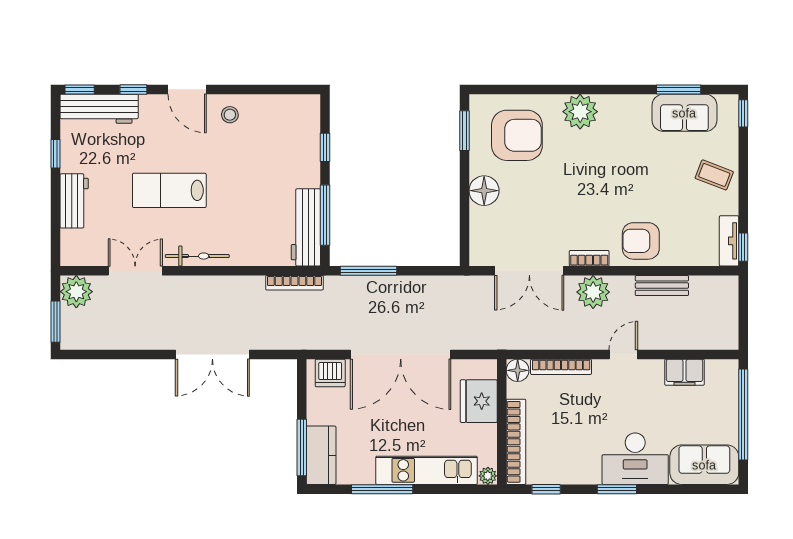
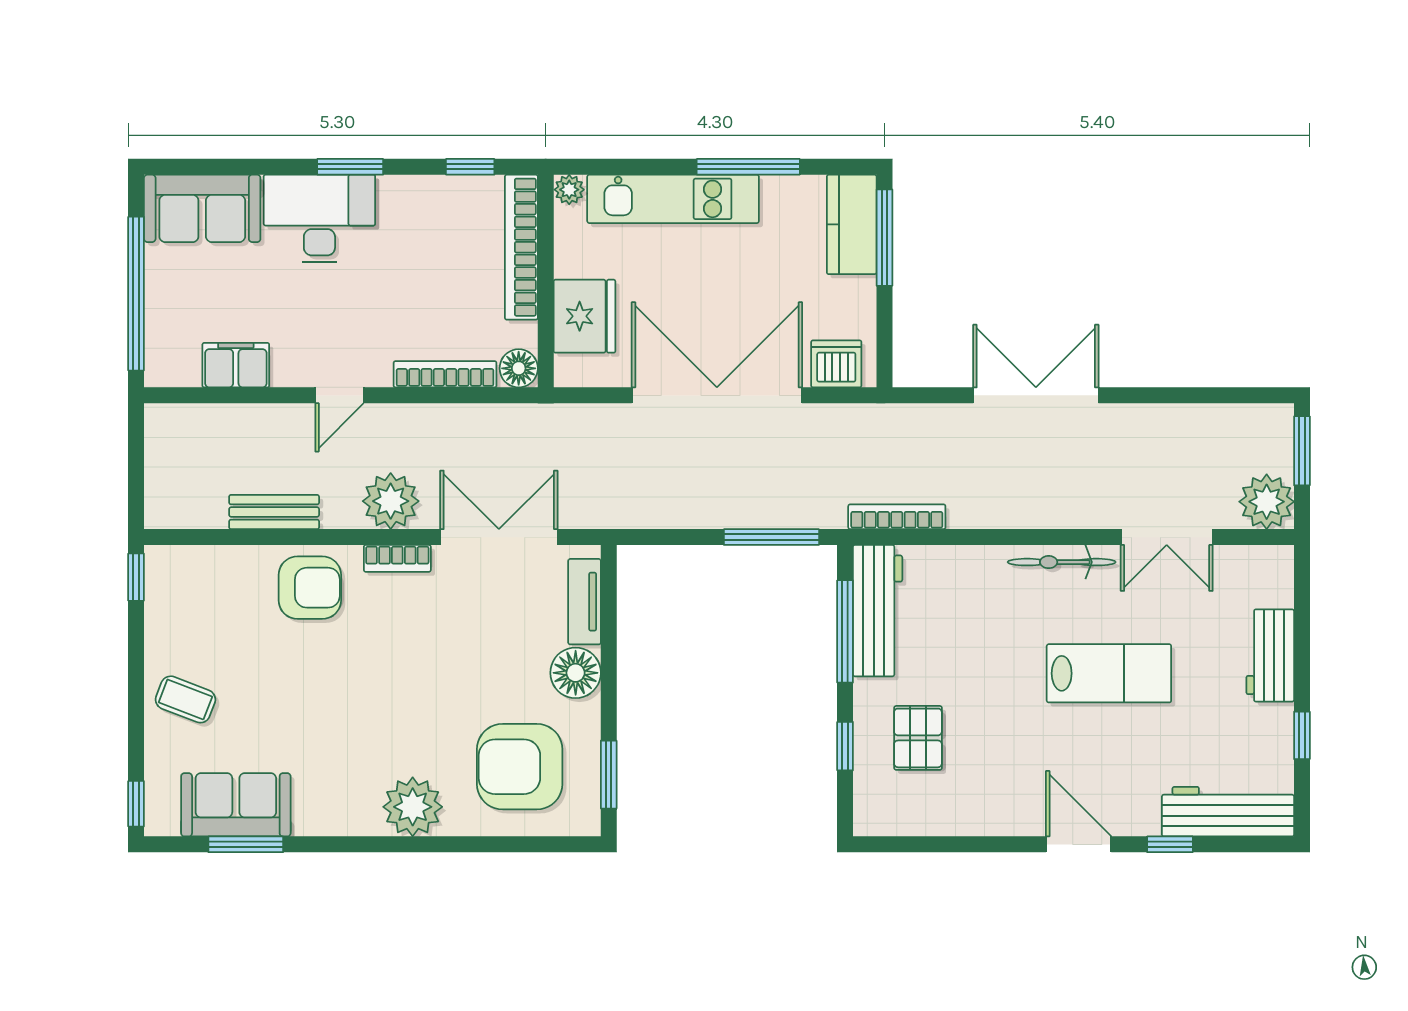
window: (80, 89) -> (1261, 844), removed
stool: (230, 115) -> (1006, 802), removed
pallet: (282, 152) -> (918, 738), added
tv unit: (729, 241) -> (584, 602), moved, turned 180

